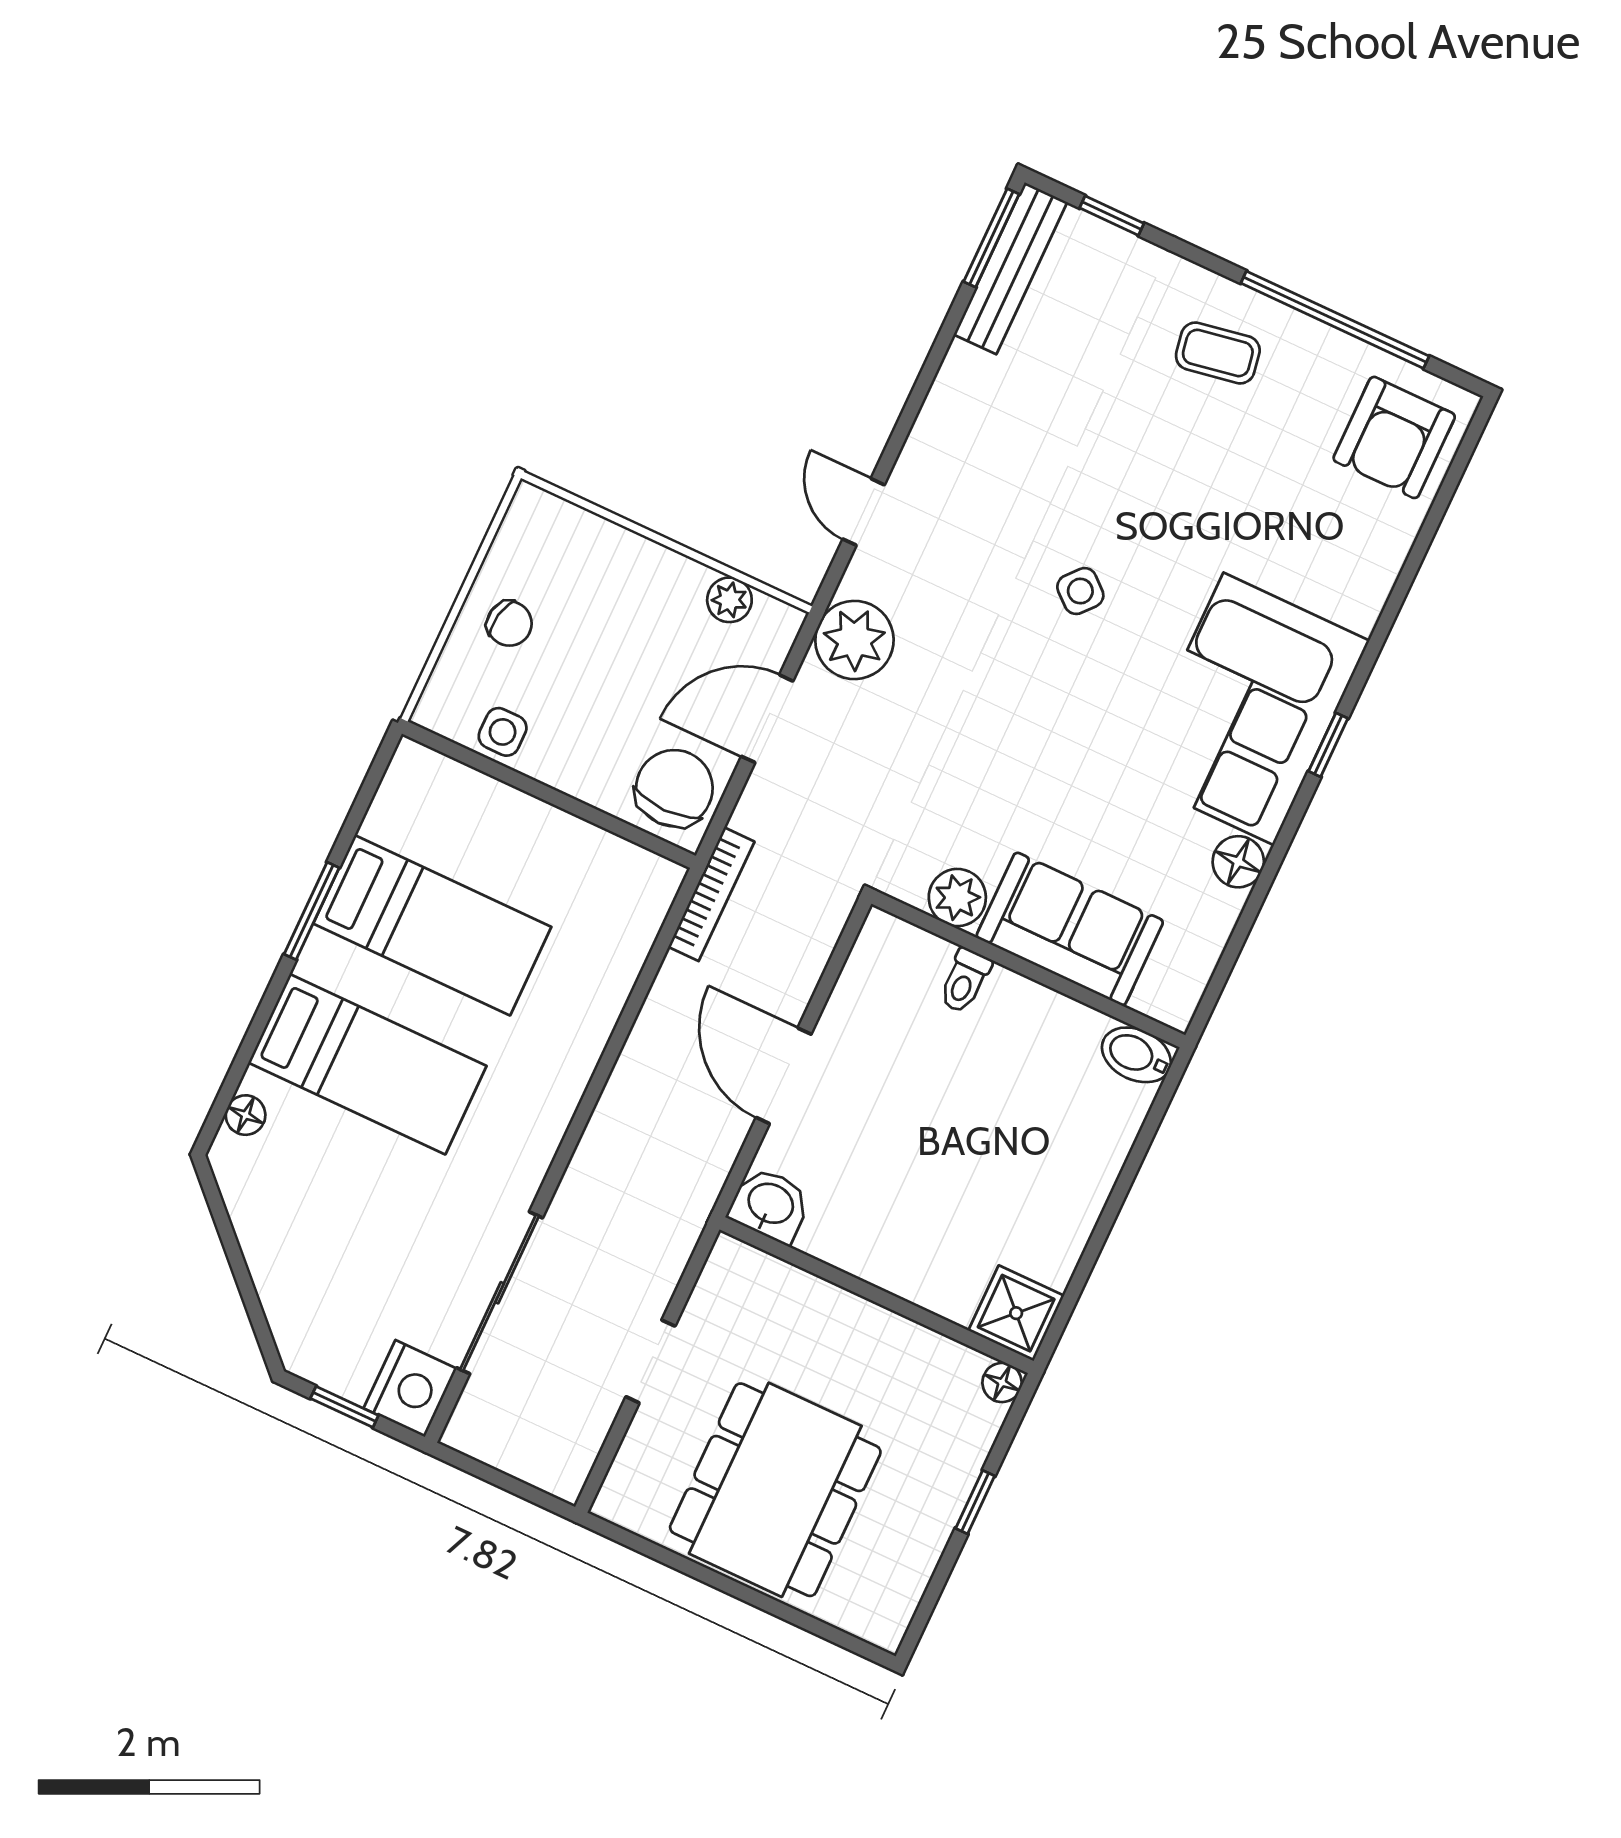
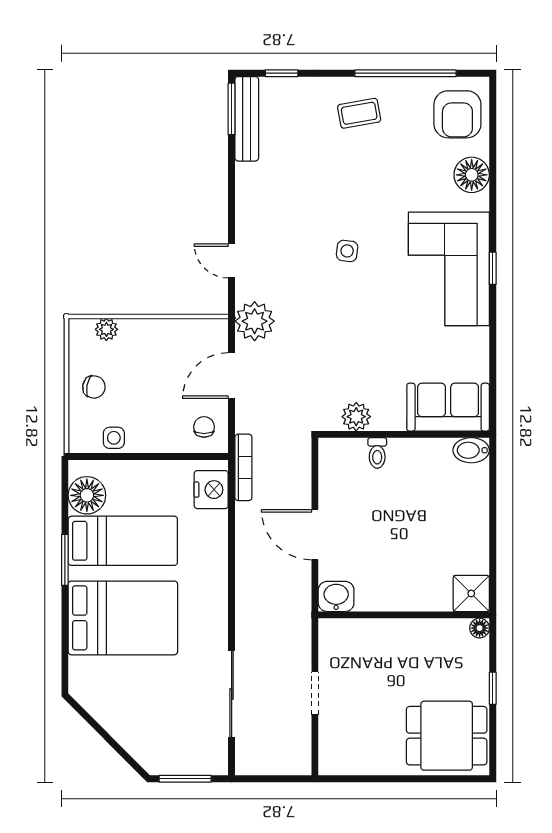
side table: (1080, 591) -> (347, 251), turned -34
plant: (729, 600) -> (106, 329), moved
chair: (674, 788) -> (204, 427), width x0.54, depth x0.54
floor lamp: (1238, 862) -> (472, 175), moved, width x1.38, depth x1.38
sofa: (1070, 929) -> (448, 407), moved
bed: (367, 1064) -> (123, 618), width x1.50
floor lamp: (246, 1115) -> (87, 495), moved, width x1.89, depth x1.89
nightstand: (410, 1388) -> (211, 490), moved
window: (344, 1407) -> (185, 779), width x1.50
dining table: (775, 1490) -> (447, 736), moved, width x0.73

